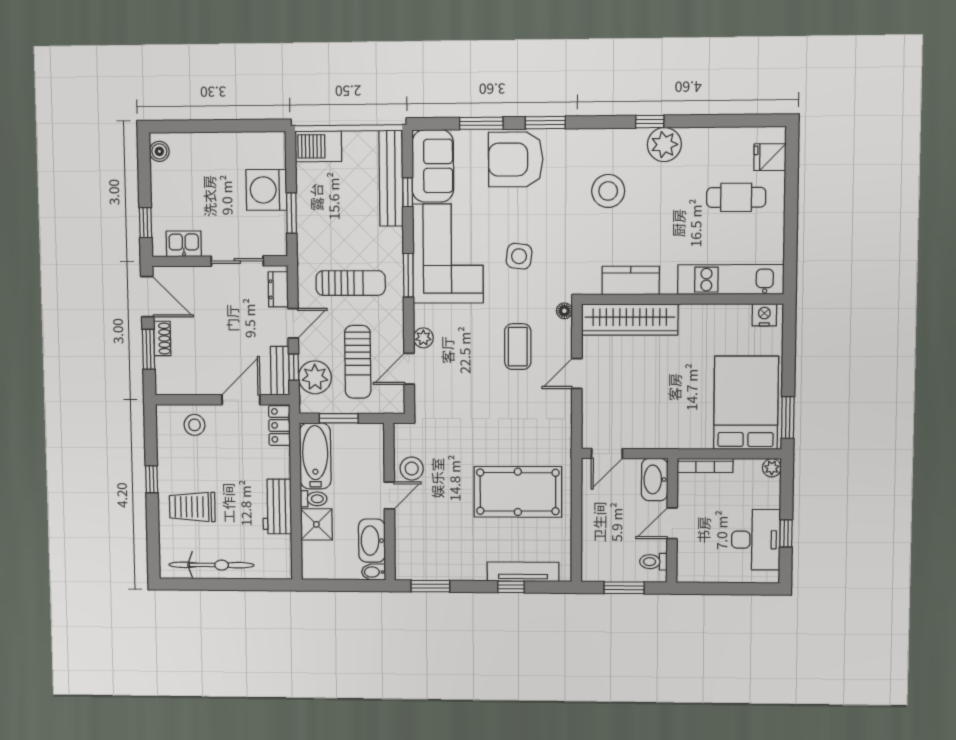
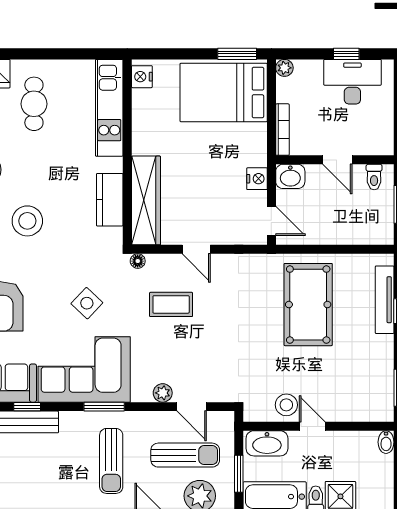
side table: (519, 256) -> (87, 303), turned 36
sun lounger: (351, 283) -> (111, 461), turned 180
nightstand: (652, 438) -> (257, 179), added
washbasin: (655, 480) -> (290, 176), width x0.72
washbasin: (372, 541) -> (267, 443), moved

